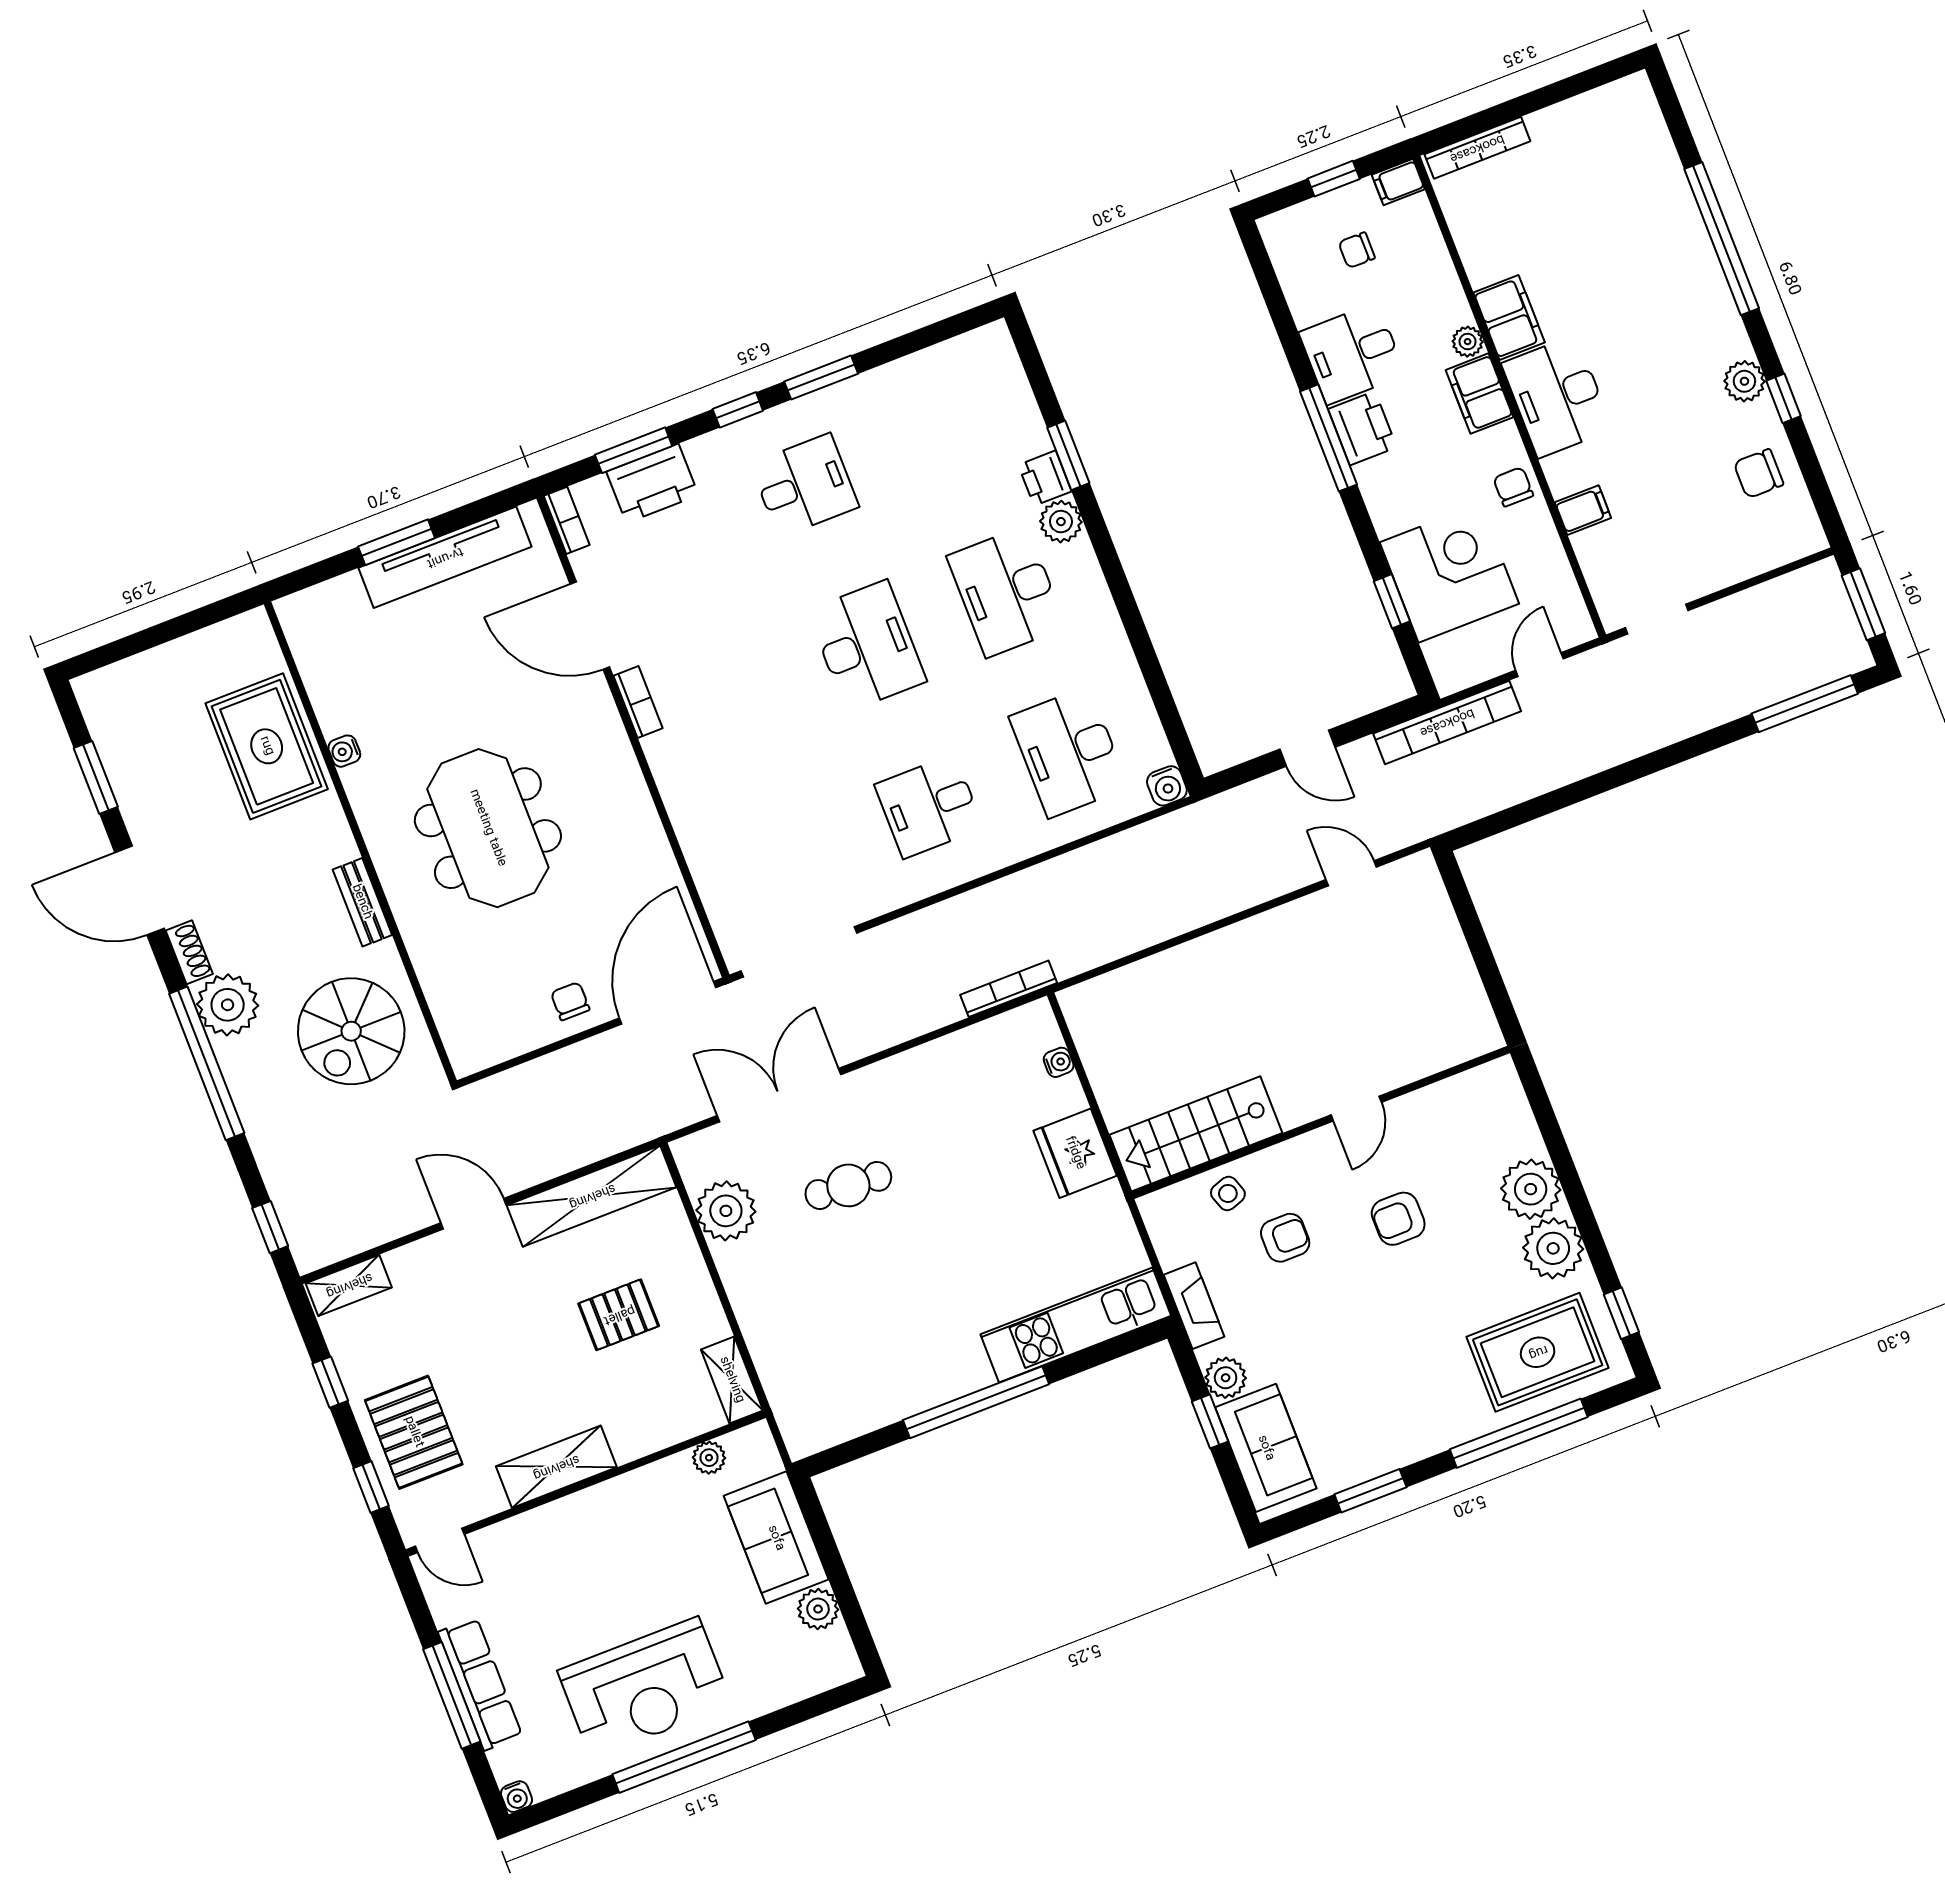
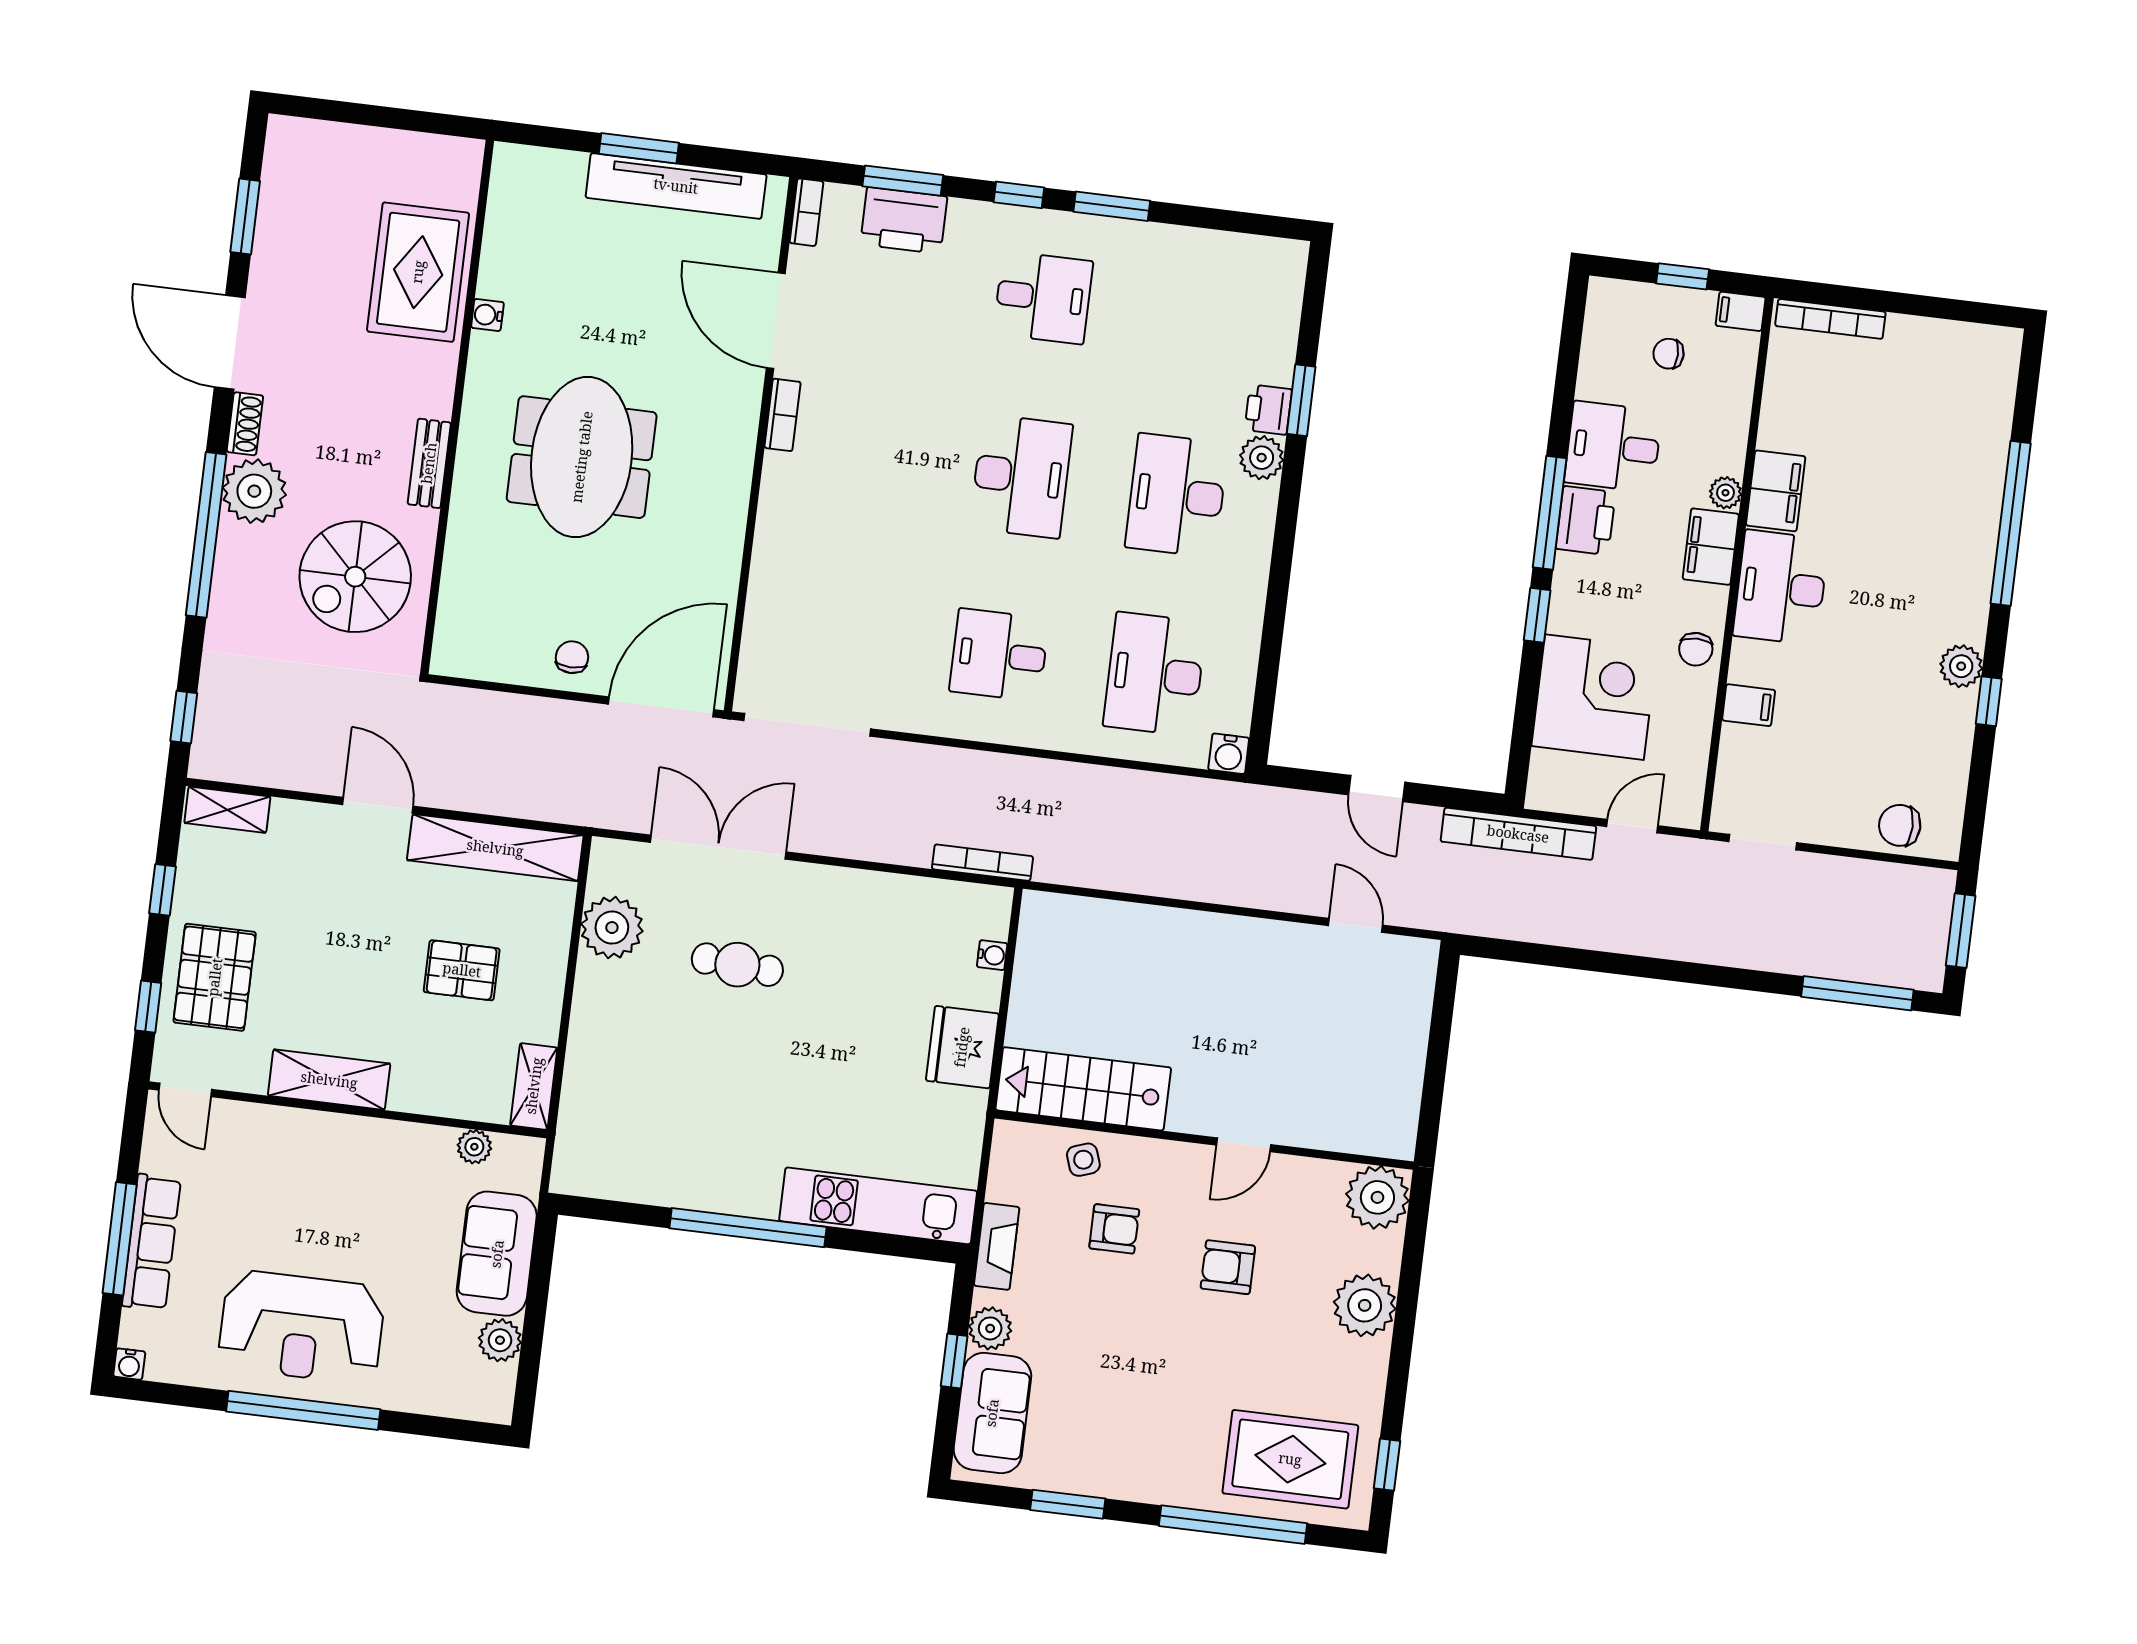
chair: (1758, 474) -> (1900, 825), moved
chair: (1513, 487) -> (1696, 649), turned 180
window: (1392, 601) -> (1537, 615), moved
plant: (1553, 1248) -> (1377, 1197), moved

